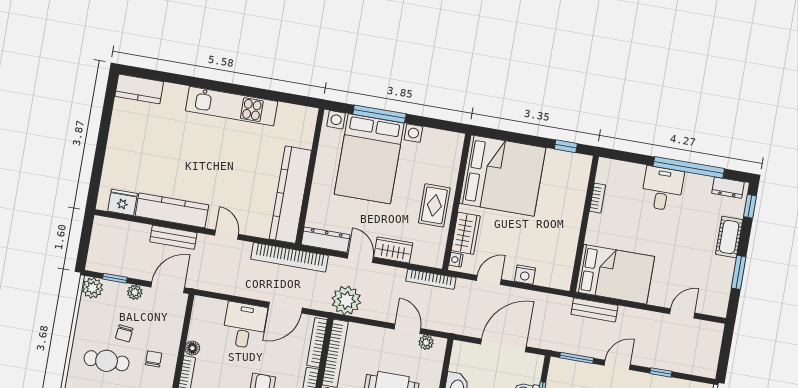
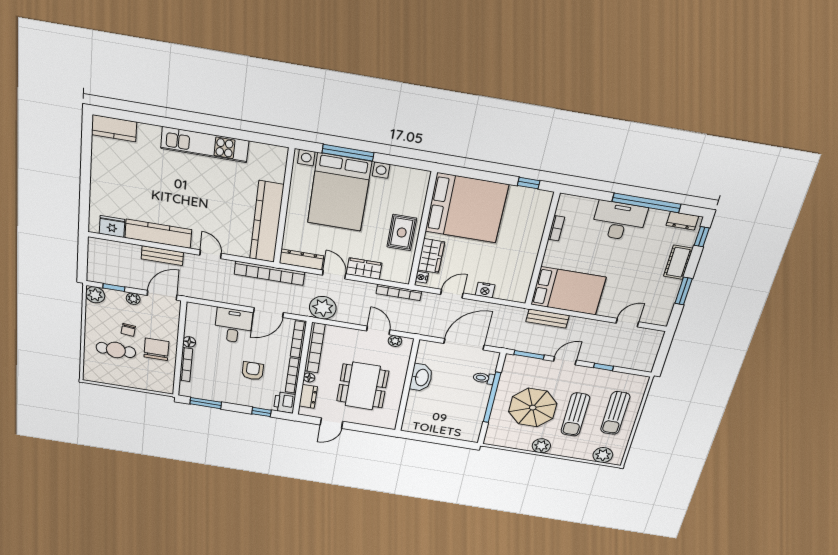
desk: (662, 189) -> (619, 221), width x1.37
chair: (154, 359) -> (156, 349), width x1.87, depth x1.87

